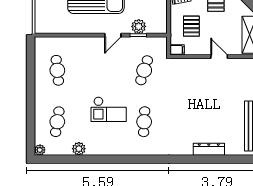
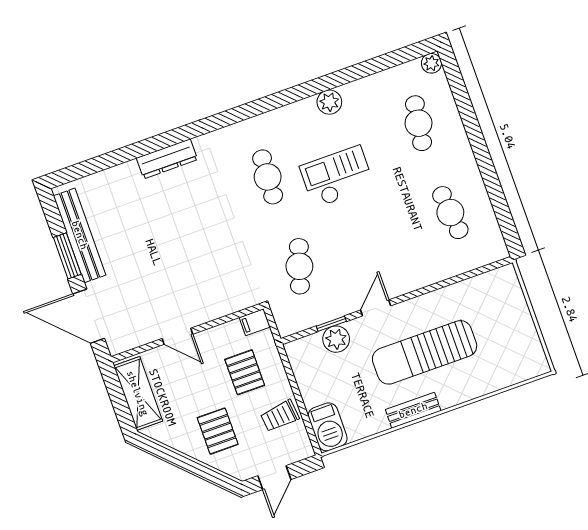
plant: (79, 149) -> (329, 102), moved
dresser: (209, 149) -> (167, 159), moved

